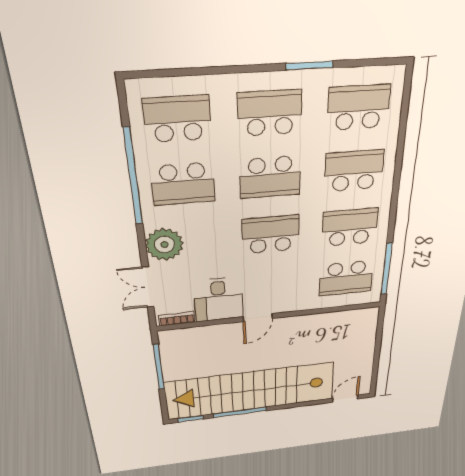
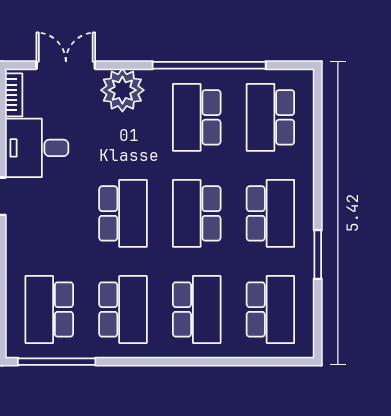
school desk: (177, 119) -> (270, 117), turned 180

